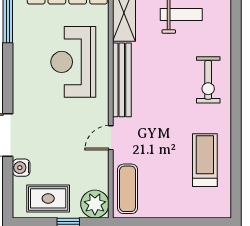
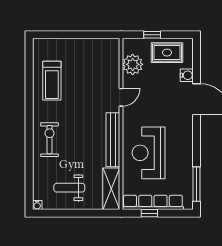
reception desk: (73, 62) -> (149, 153), turned 180
exercise mat: (128, 189) -> (109, 60), removed
plant: (95, 204) -> (133, 64), moved

